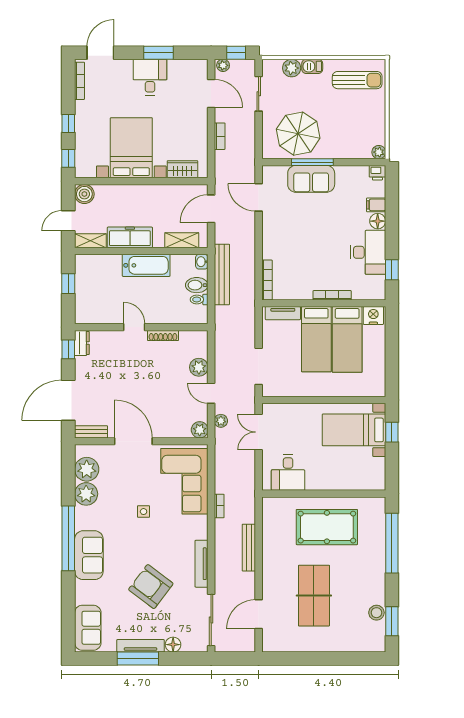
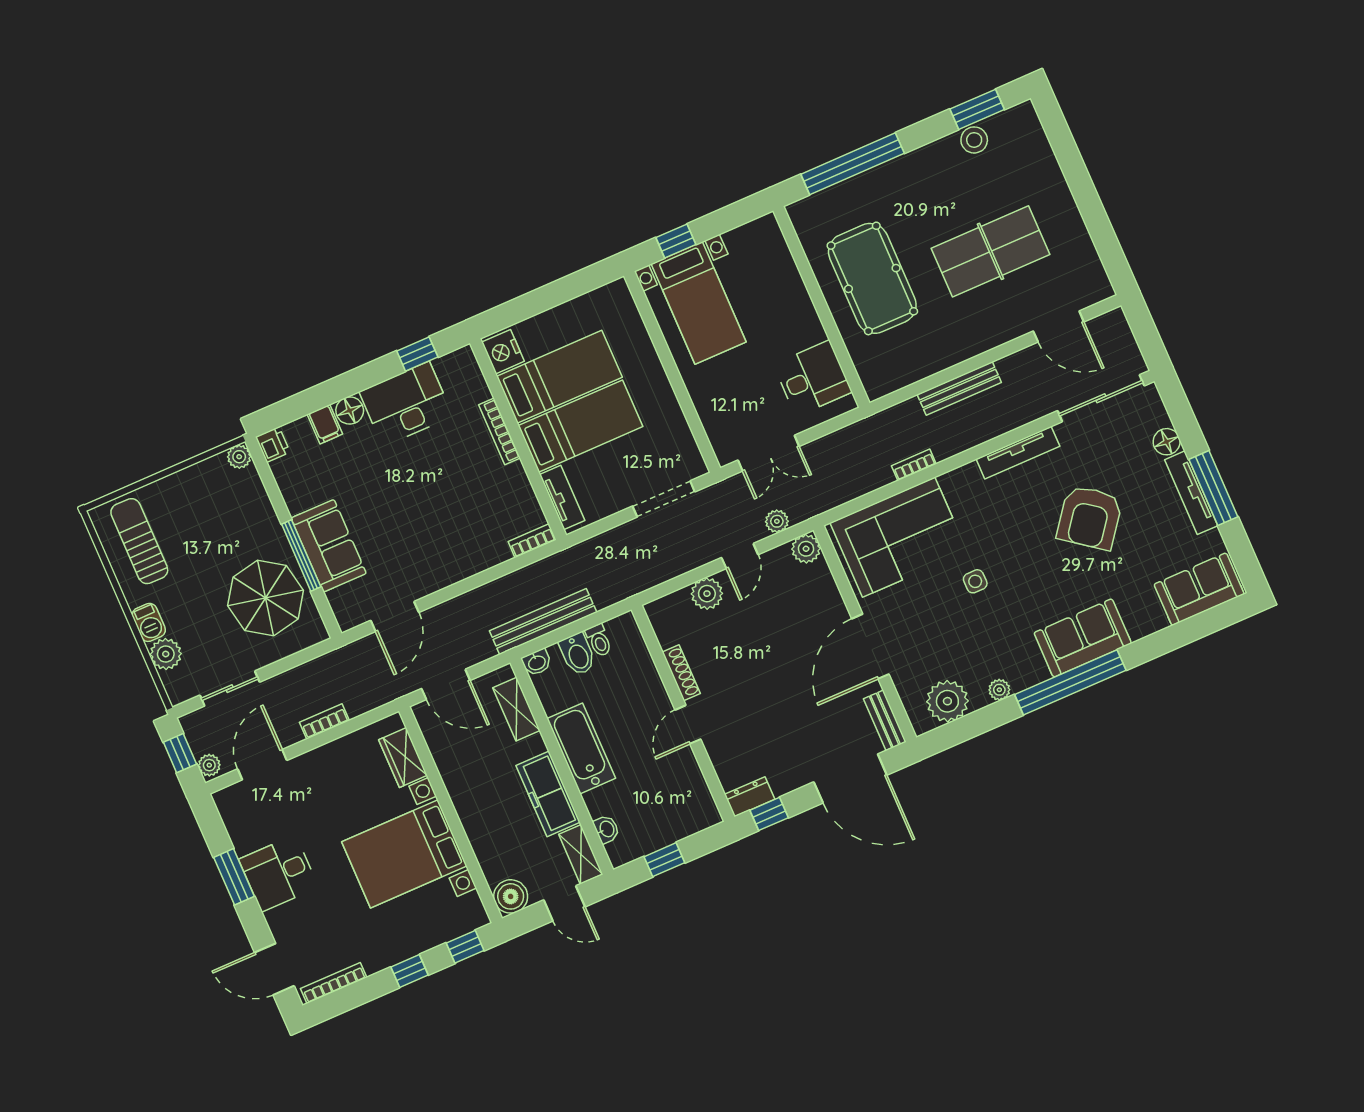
washbasin: (98, 260) -> (606, 829), added
bookcase: (267, 280) -> (532, 541), width x0.64
plant: (86, 494) -> (999, 690), width x0.53, depth x0.53

